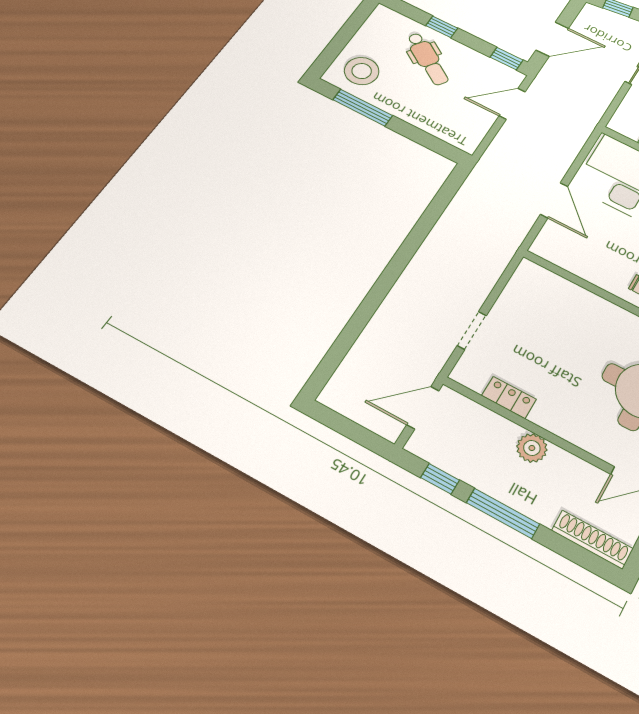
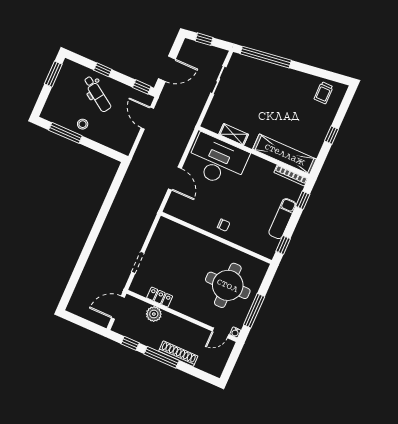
window: (355, 22) -> (53, 74), added
stool: (362, 71) -> (83, 124), moved, width x0.53, depth x0.53
door: (512, 104) -> (147, 118), hinge flipped
plant: (532, 448) -> (154, 314), moved
shoe rack: (592, 540) -> (178, 354), moved

